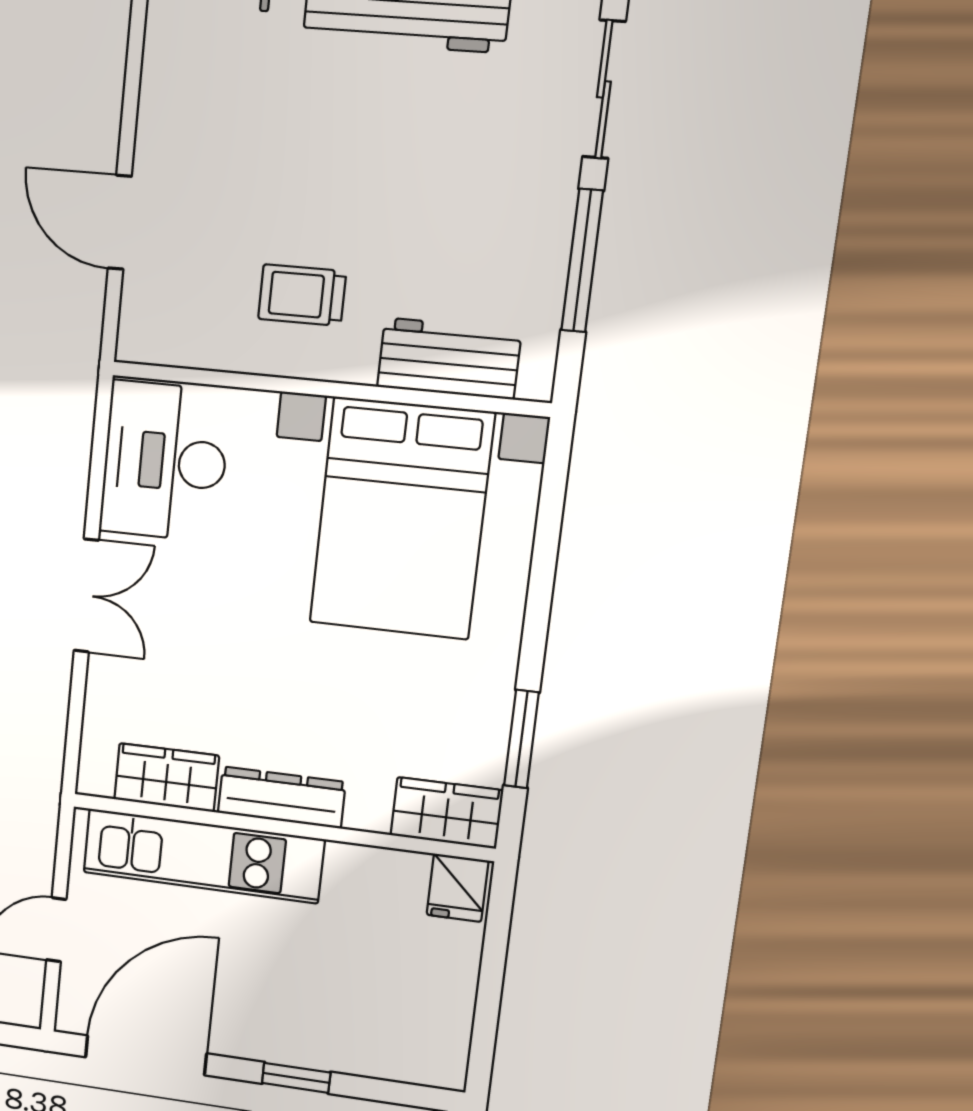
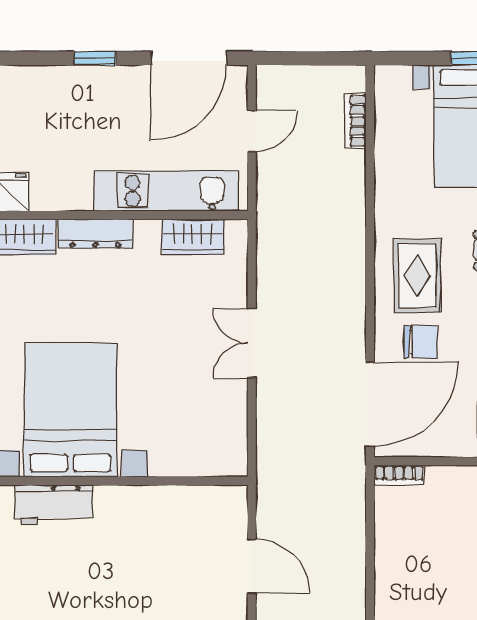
trolley: (302, 295) -> (141, 534), removed
desk: (165, 461) -> (212, 429), removed
dresser: (282, 797) -> (95, 234), moved

